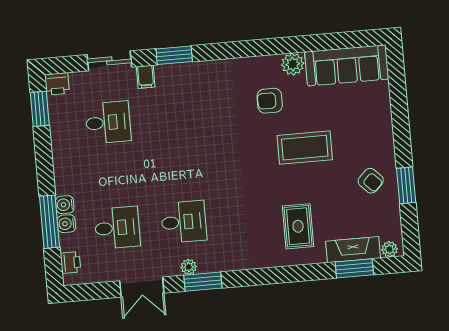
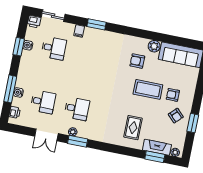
sliding door: (109, 61) -> (53, 16), moved
window: (40, 109) -> (19, 47), moved
armchair: (354, 144) -> (173, 95), added
water cooler: (65, 205) -> (28, 45), moved

